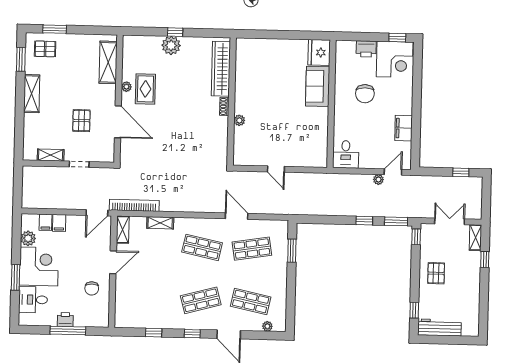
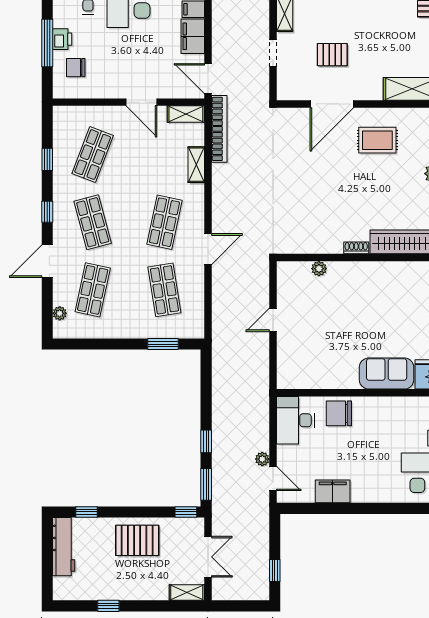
plant: (126, 87) -> (380, 114), removed
chair: (365, 94) -> (339, 413), moved
plant: (239, 120) -> (319, 269), moved
desk: (346, 154) -> (295, 420), width x1.37
door: (237, 216) -> (208, 249), moved
filing cabinet: (59, 223) -> (193, 36), width x2.00
window: (485, 260) -> (108, 606), moved
pallet: (436, 273) -> (137, 540), width x1.50, depth x1.42
chair: (92, 288) -> (76, 68), moved
shop shelf: (151, 299) -> (93, 155), added

